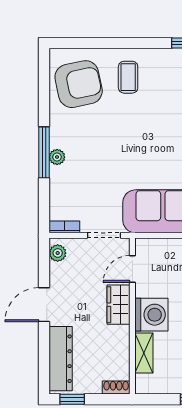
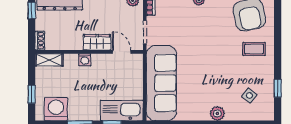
washing machine: (151, 315) -> (85, 60), width x0.53, depth x0.53
shelving: (144, 353) -> (49, 60), moved

